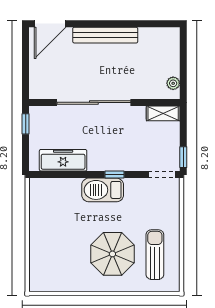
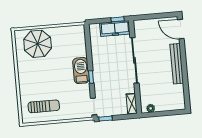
freezer: (63, 160) -> (115, 29), moved, turned 90
parasol: (112, 254) -> (38, 44), moved

